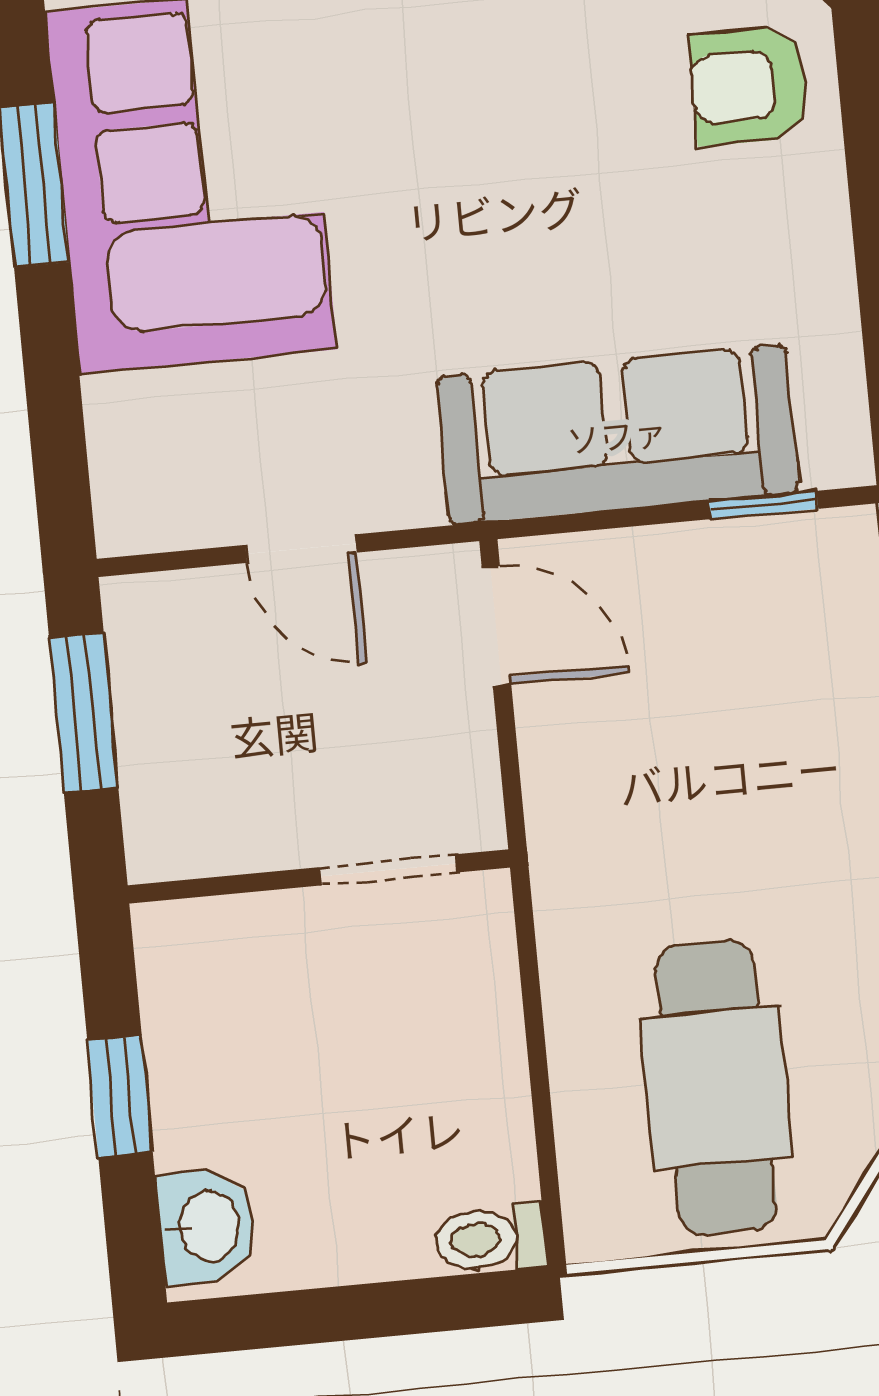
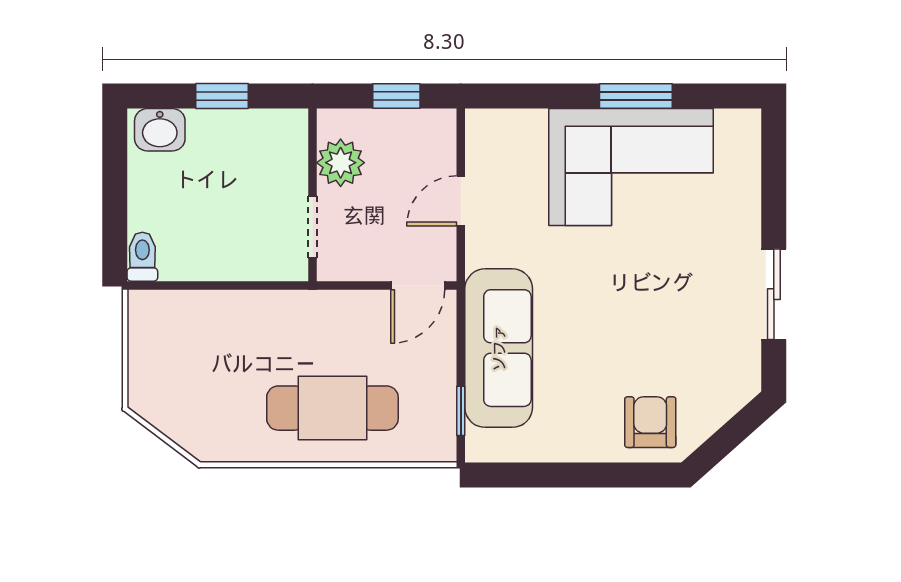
window: (84, 712) -> (396, 96), width x0.67
plant: (242, 821) -> (341, 163), added
cafe table: (716, 1087) -> (332, 408), moved

